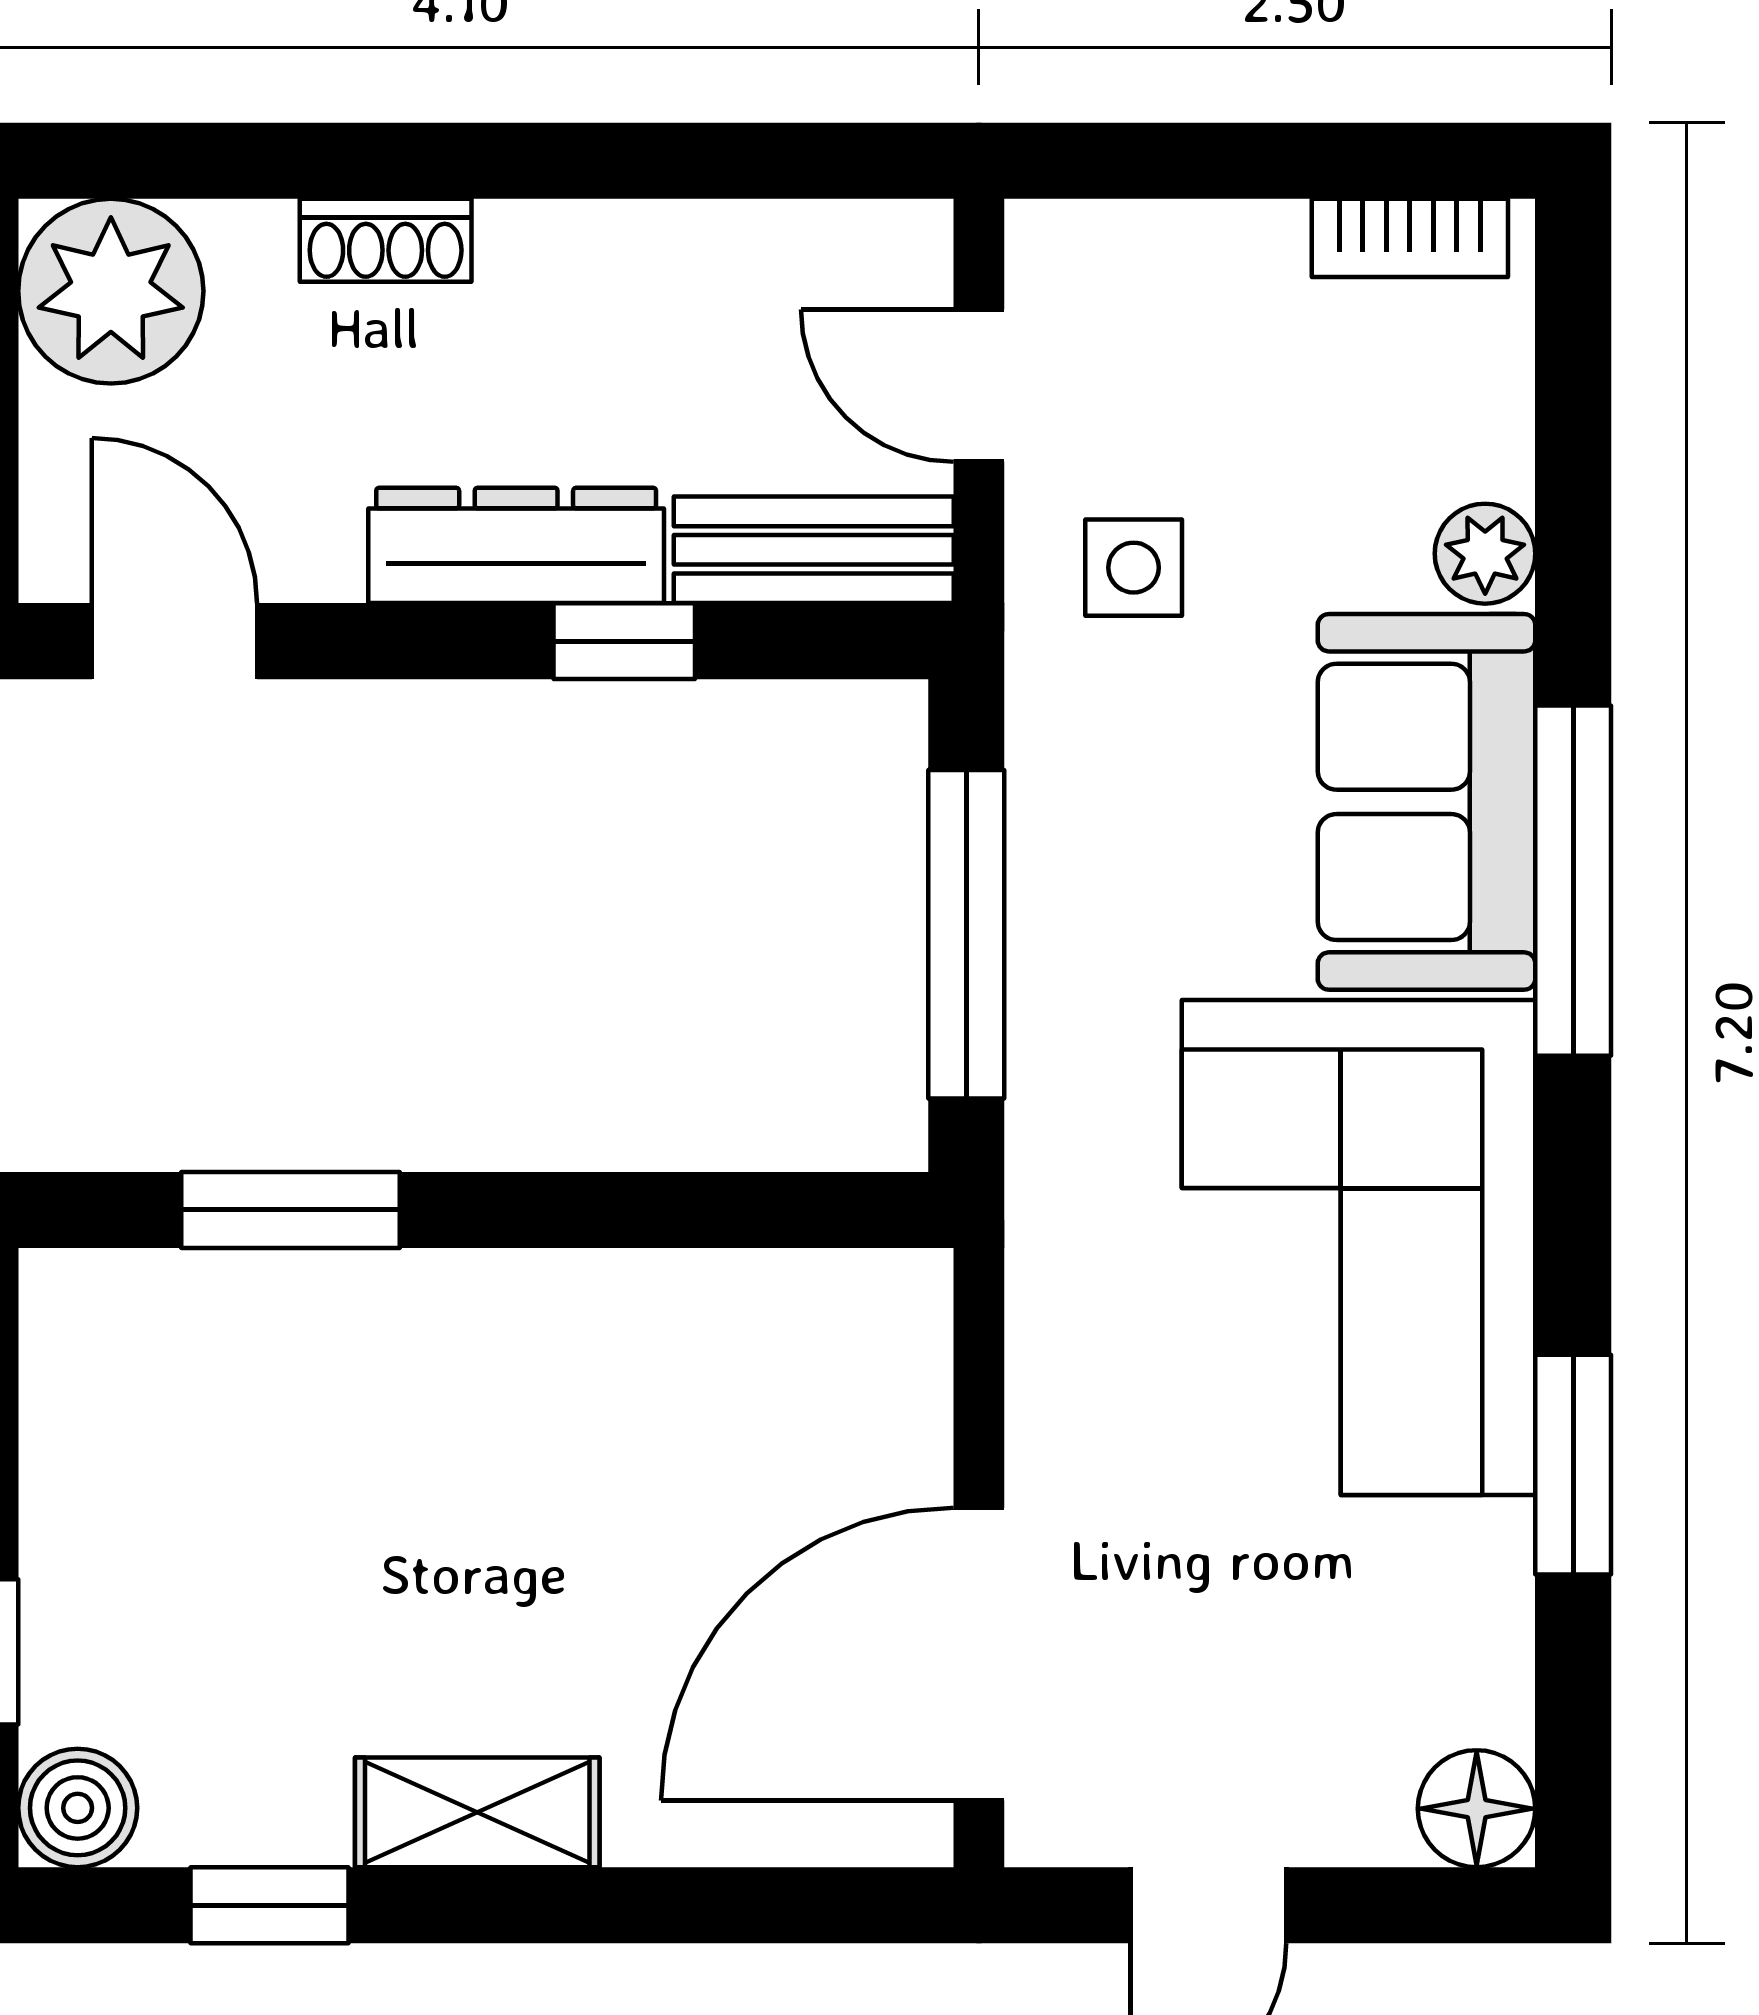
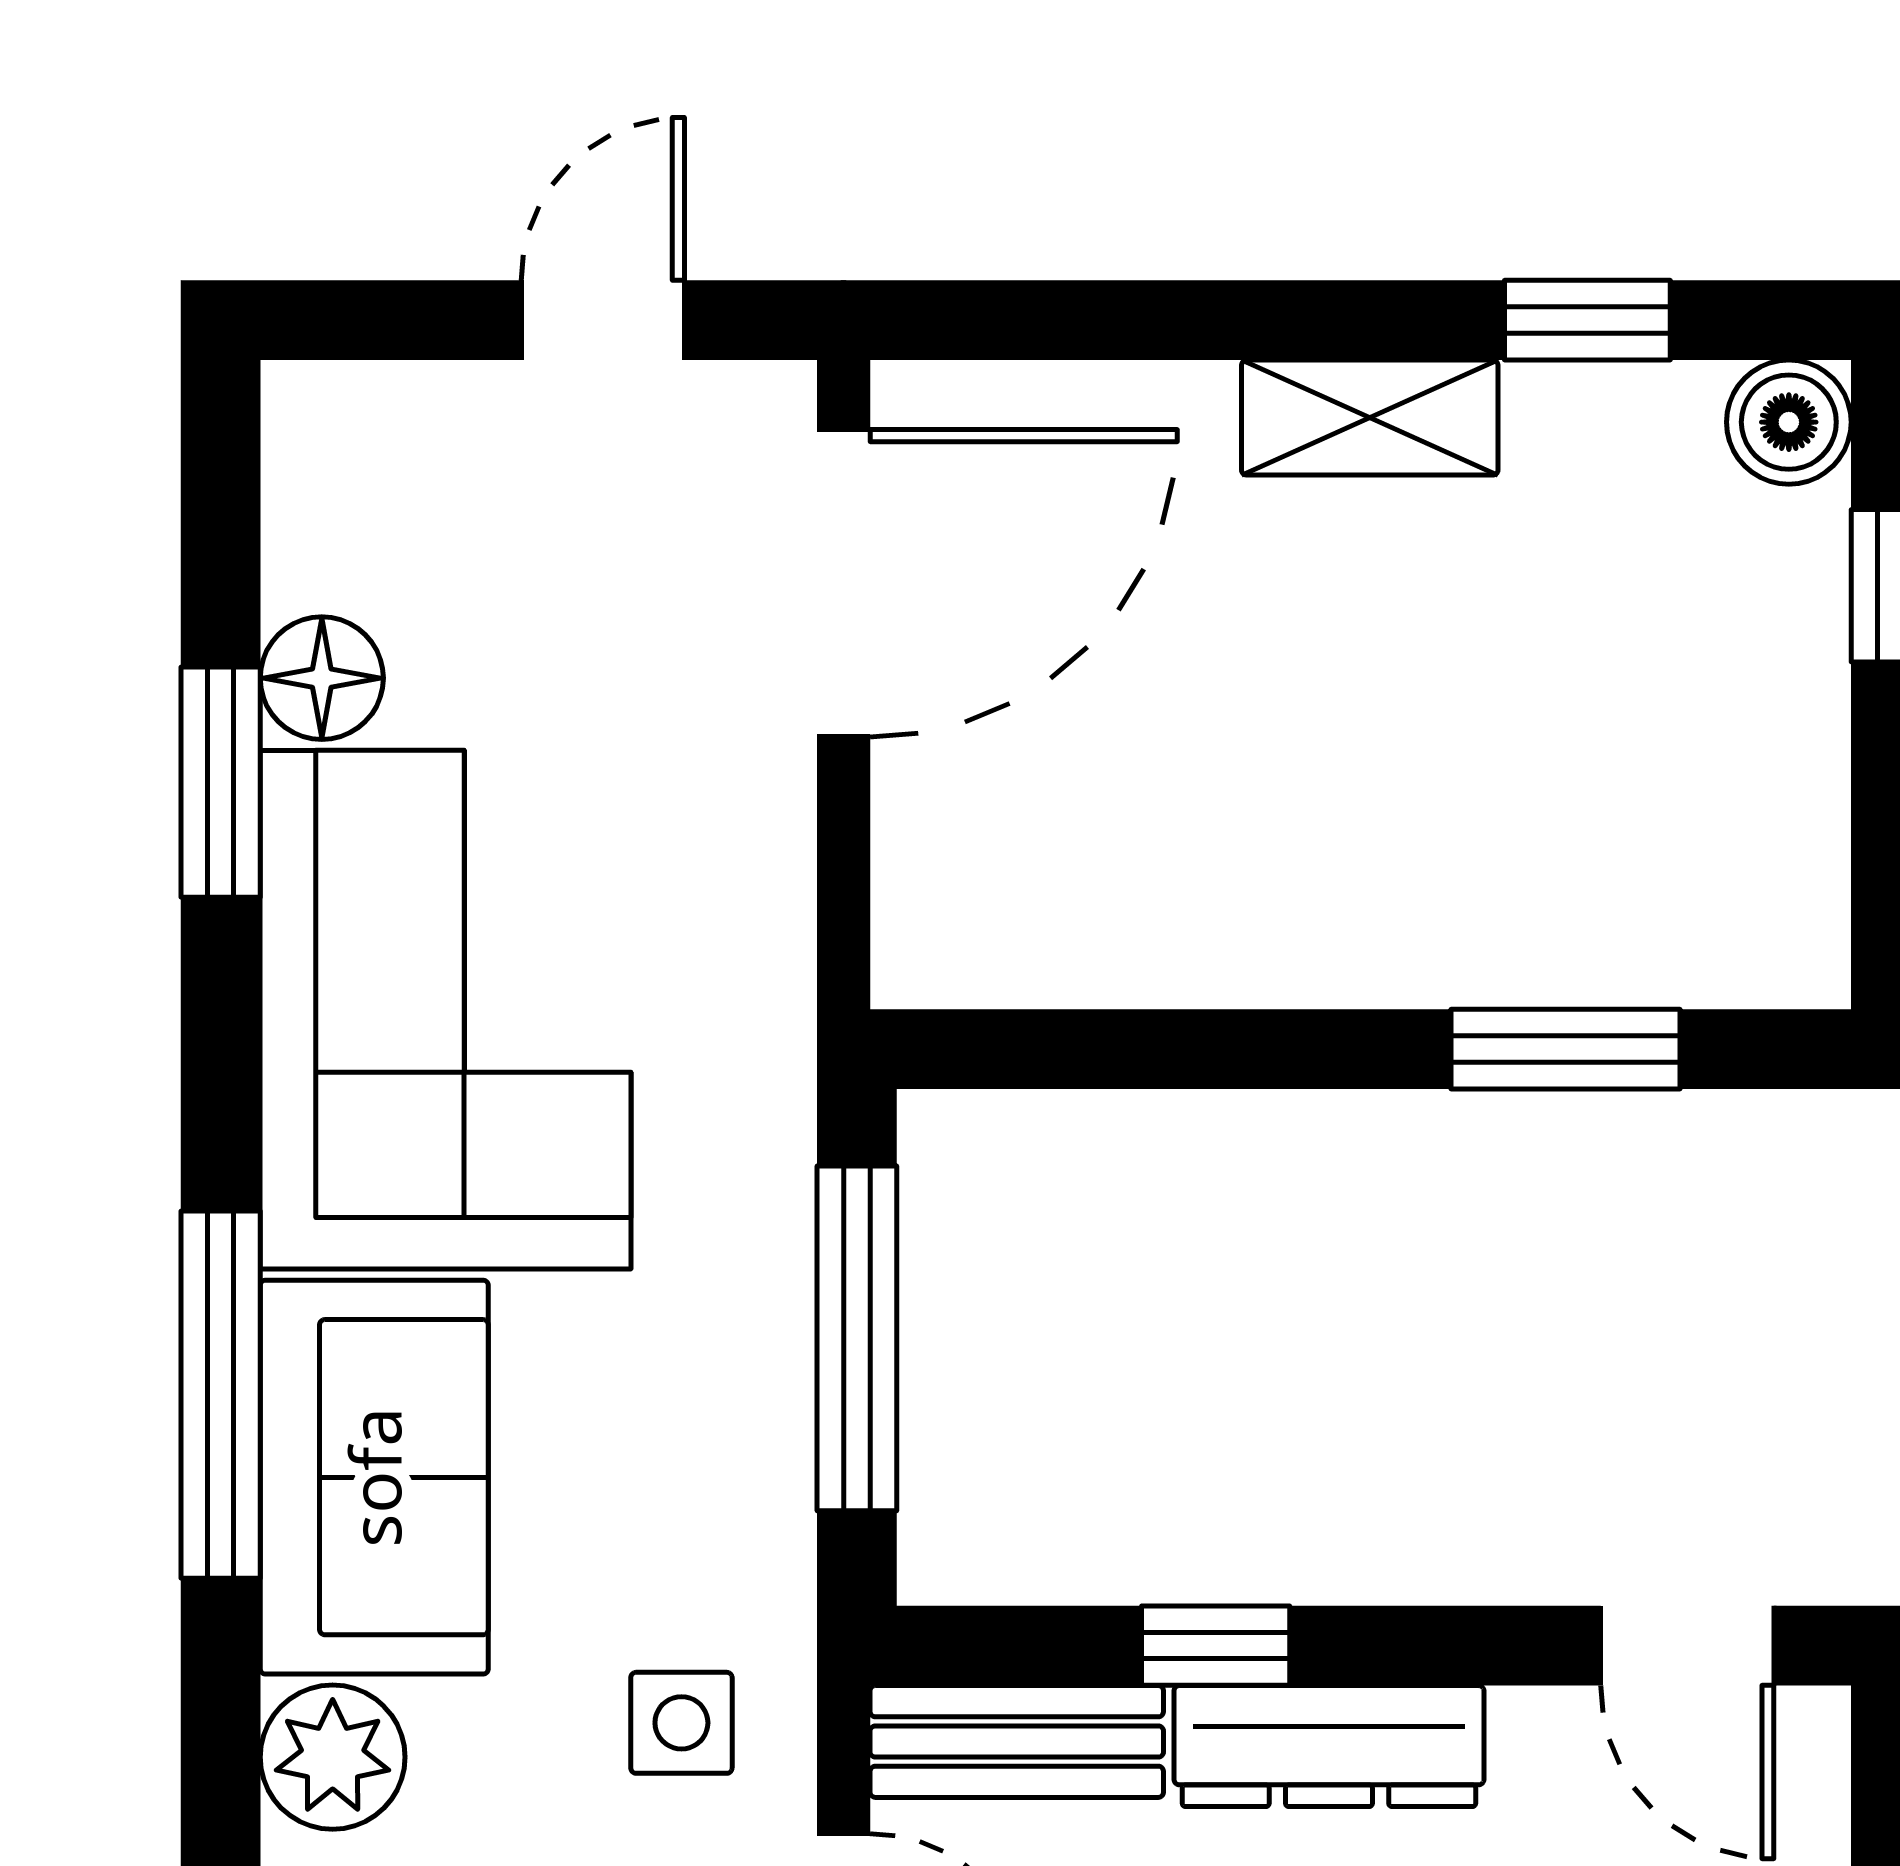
plant: (1485, 554) -> (333, 1757), width x1.38, depth x1.38
floor lamp: (1477, 1809) -> (322, 678), moved

